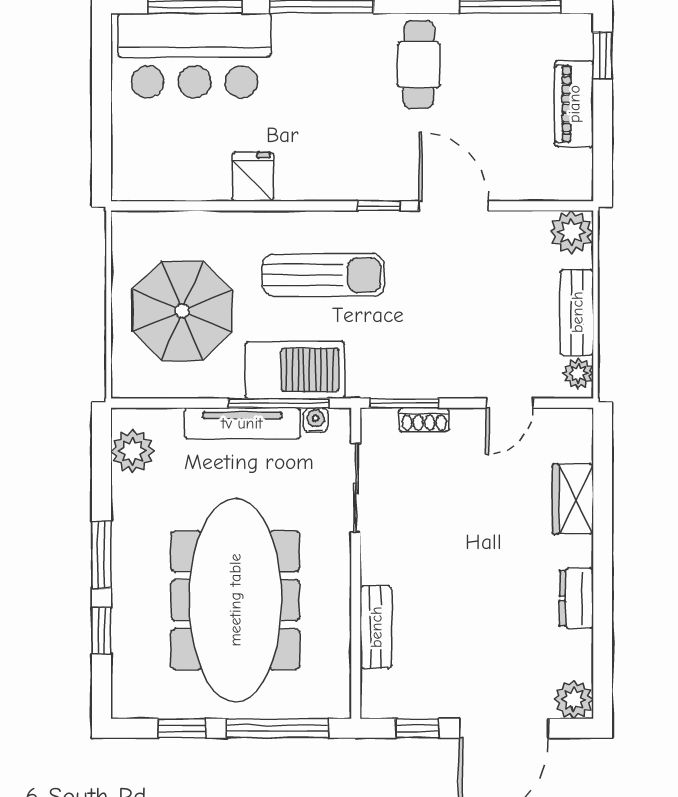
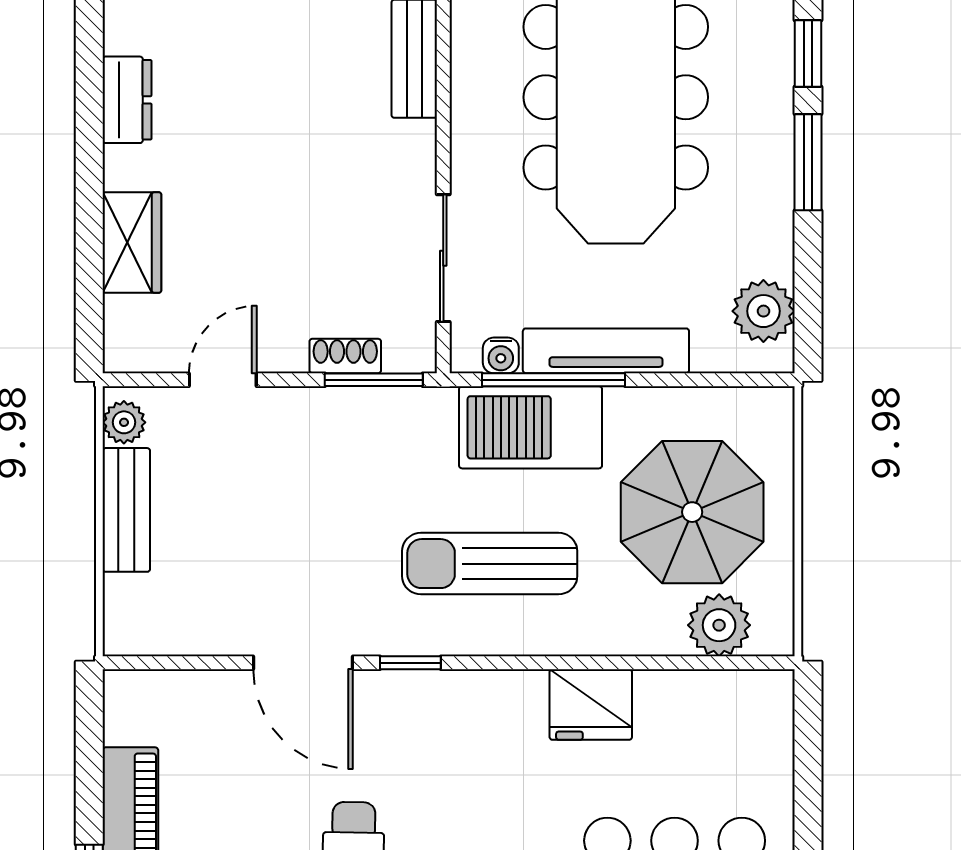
fridge: (253, 177) -> (591, 705), width x1.38
plant: (572, 232) -> (719, 625), moved

